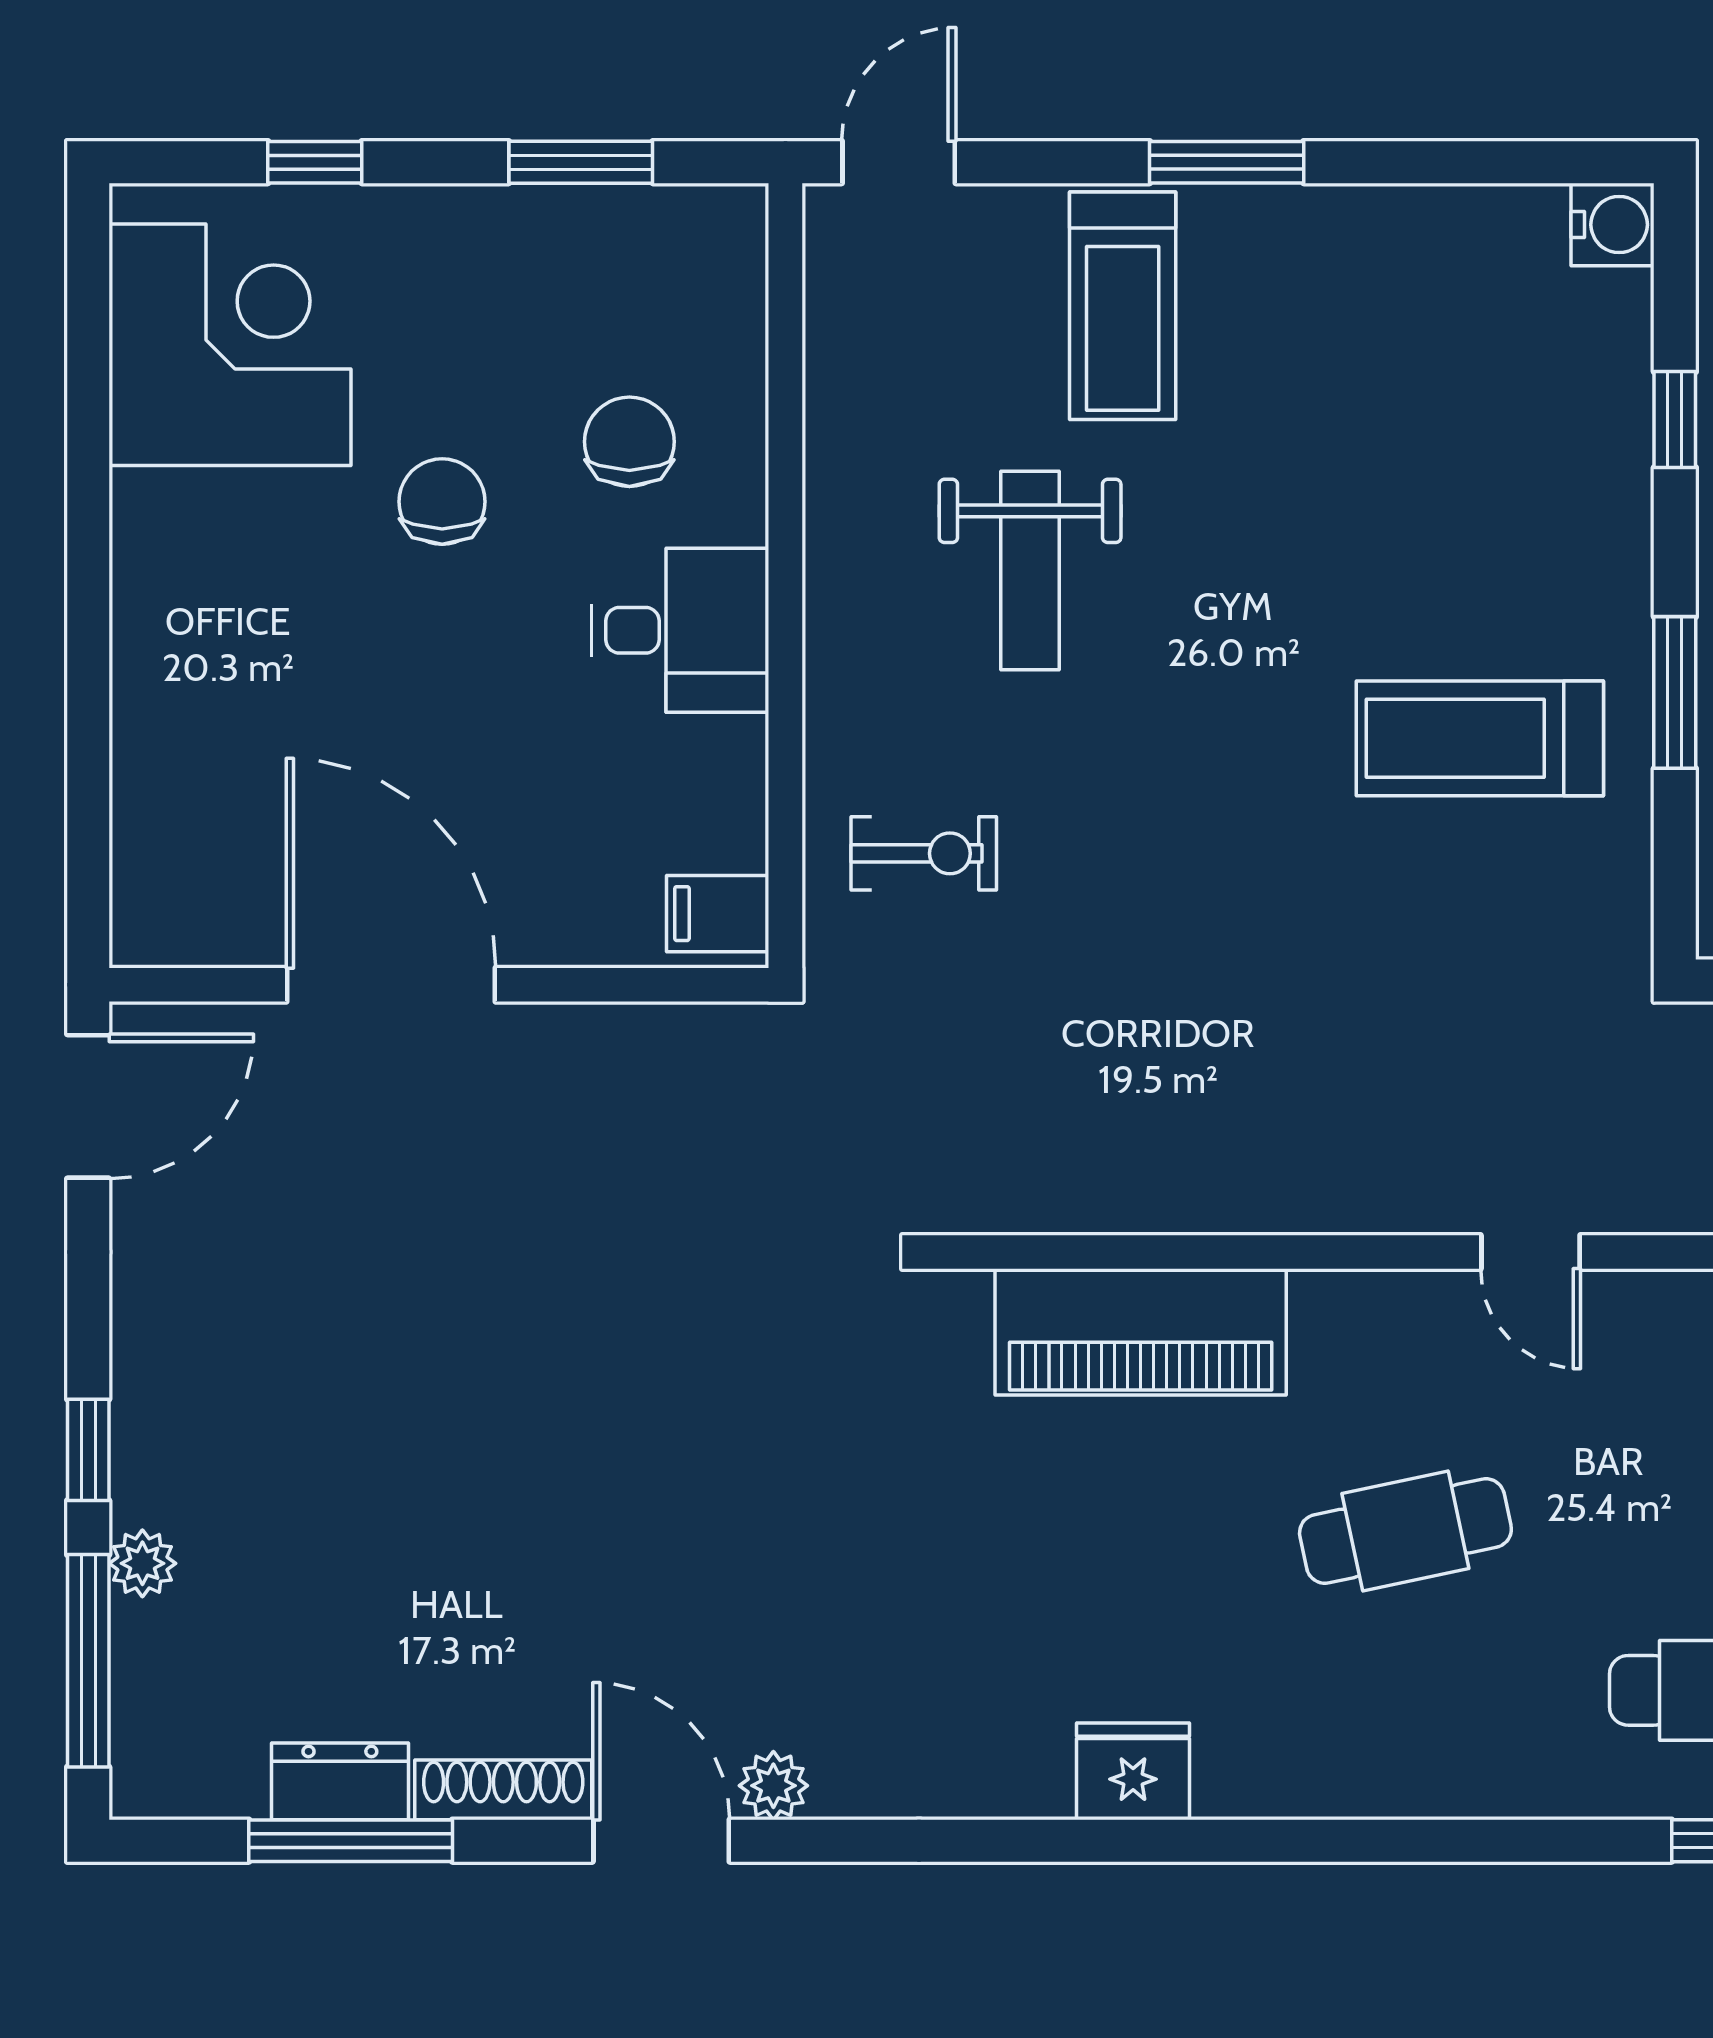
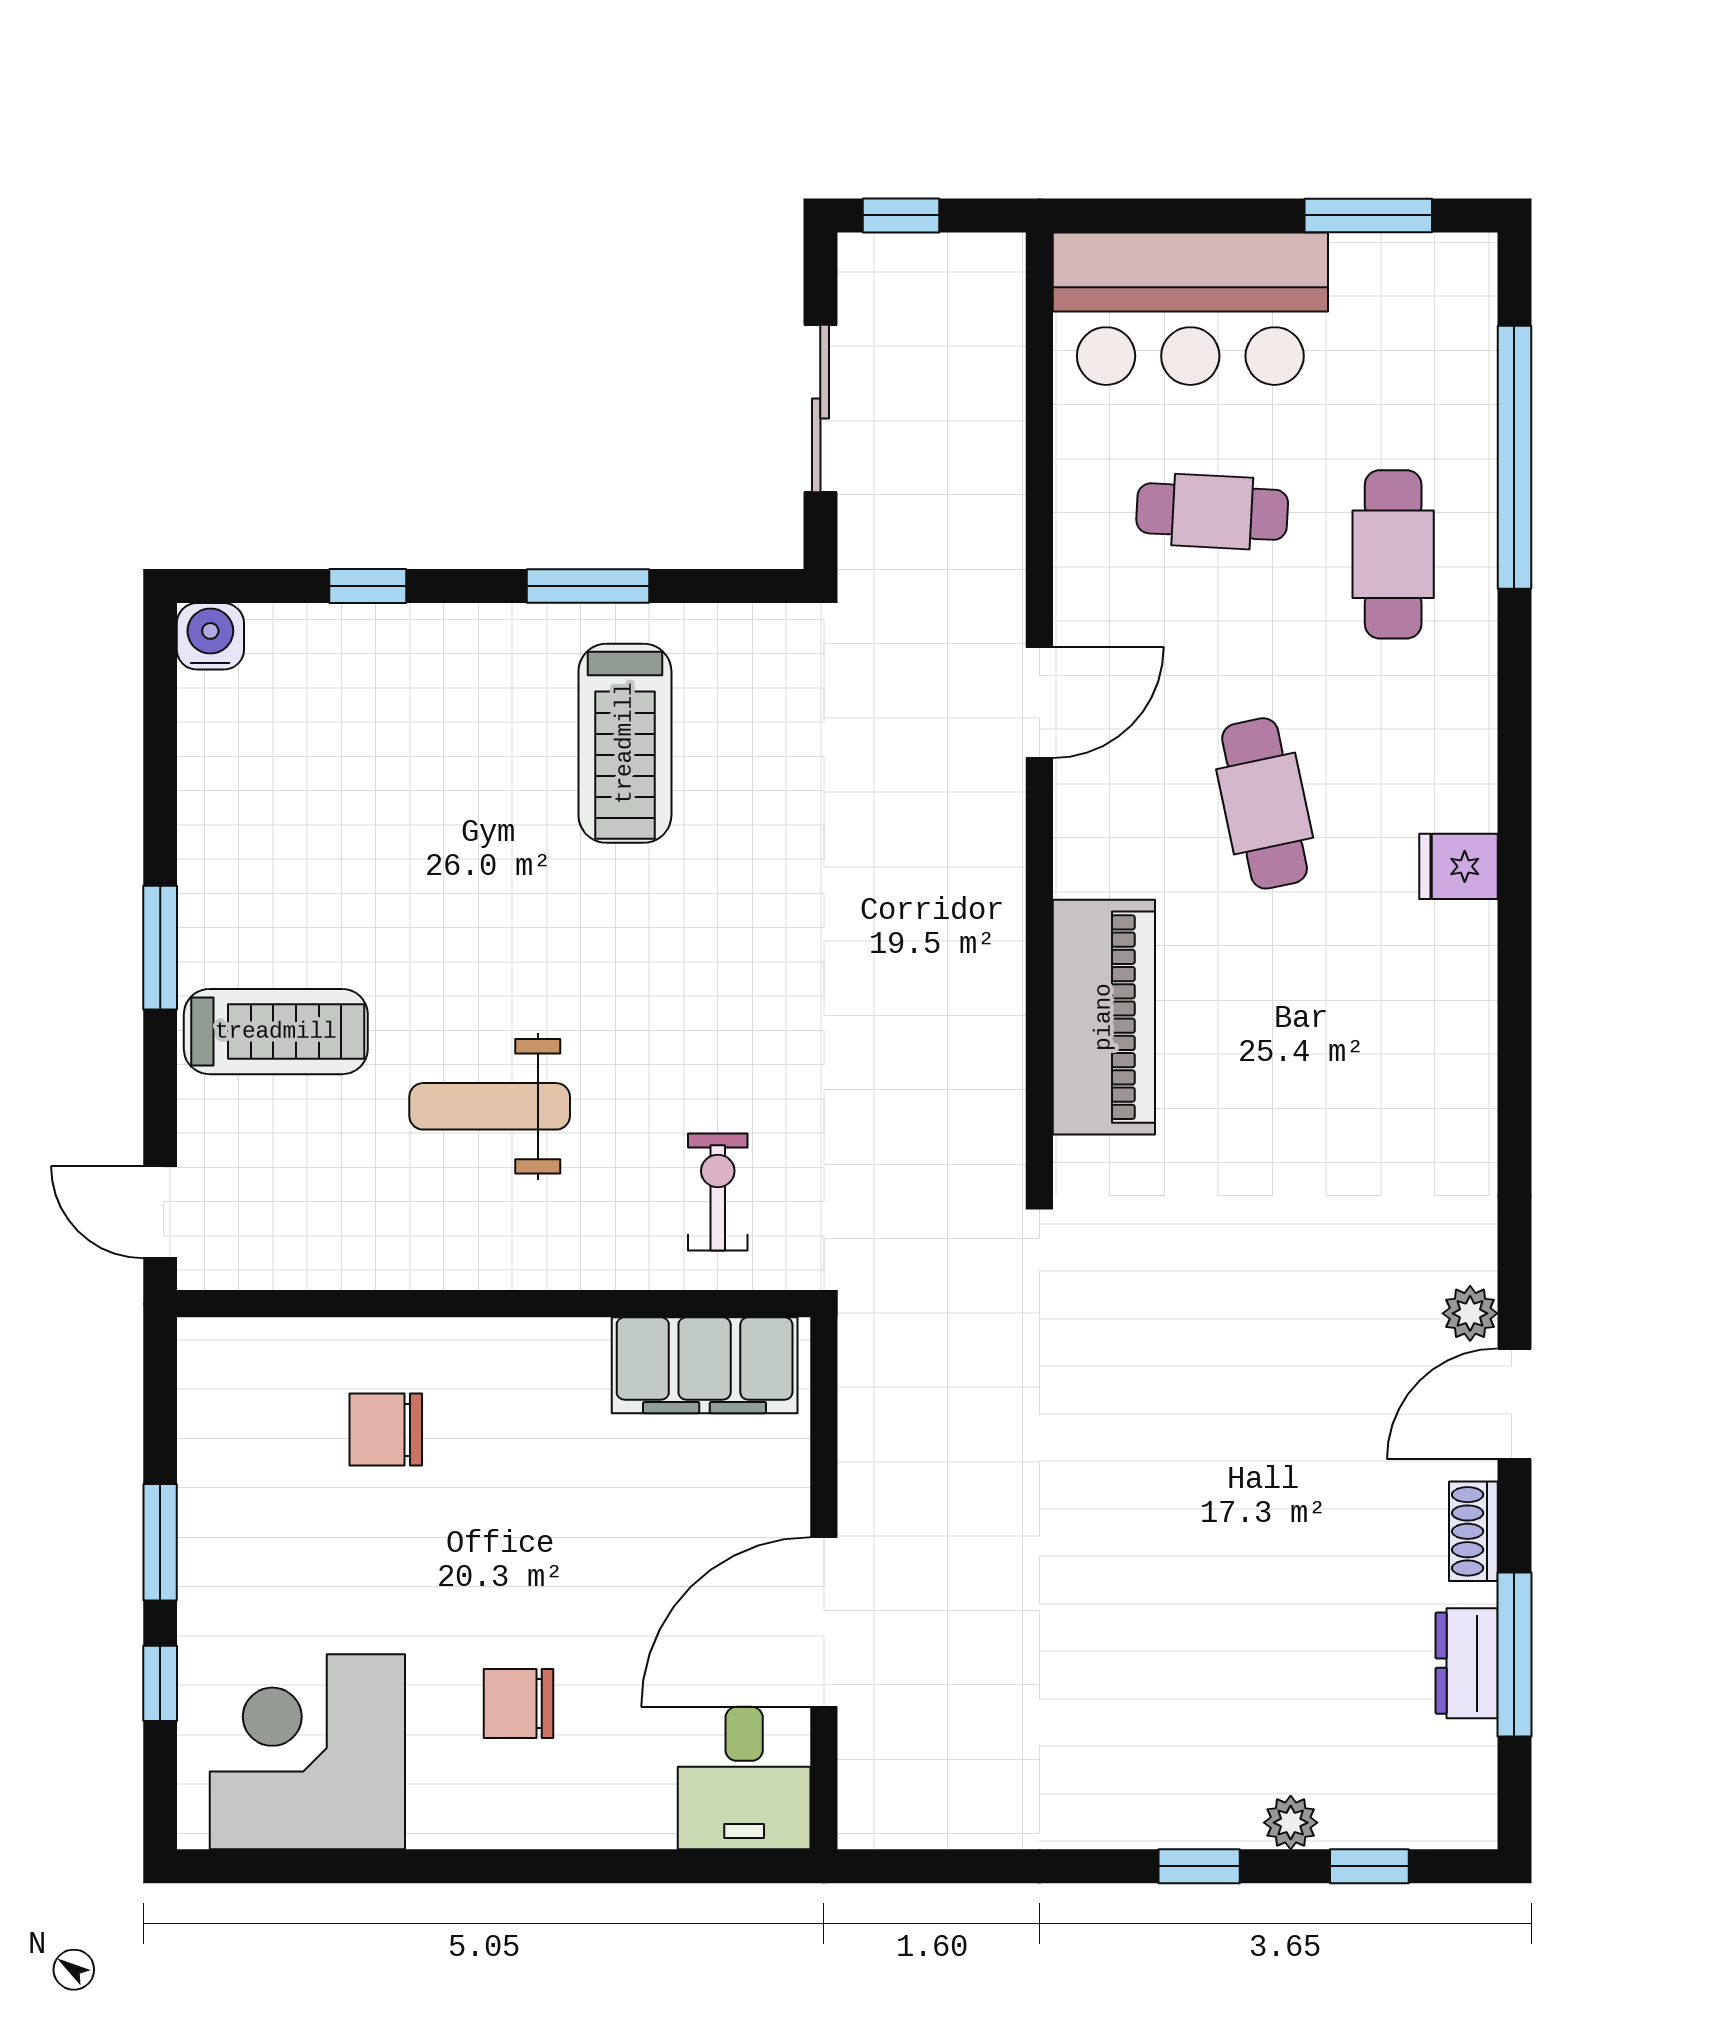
window: (581, 162) -> (160, 1542), moved
chair: (442, 502) -> (518, 1704), moved
weight bench: (1030, 571) -> (490, 1106), turned 180
desk: (680, 630) -> (744, 1778), moved, turned 180
filing cabinet: (718, 914) -> (705, 1365), width x3.00, depth x1.17
door: (88, 1106) -> (922, 1866), removed
door: (1531, 1252) -> (1039, 702), width x1.38
window: (88, 1661) -> (1369, 1866), width x0.46
fridge: (1133, 1771) -> (1458, 866), moved, width x0.72
shoe rack: (503, 1790) -> (1473, 1531), width x0.70

